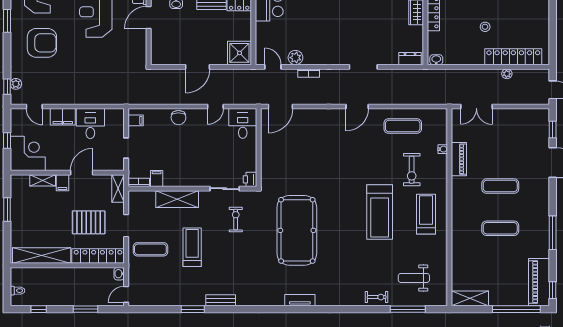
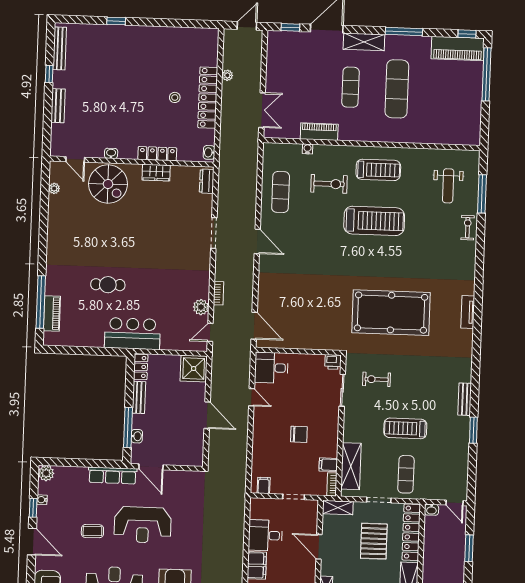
locker: (513, 57) -> (208, 98), moved
chair: (178, 118) -> (299, 434), moved
filing cabinet: (62, 183) -> (329, 568), removed
shelving: (177, 199) -> (351, 466), moved
treadmill: (426, 214) -> (378, 170), turned 180
exercise mat: (500, 228) -> (397, 89), width x1.36, depth x1.45
shelving: (470, 298) -> (364, 42), moved, turned 90

